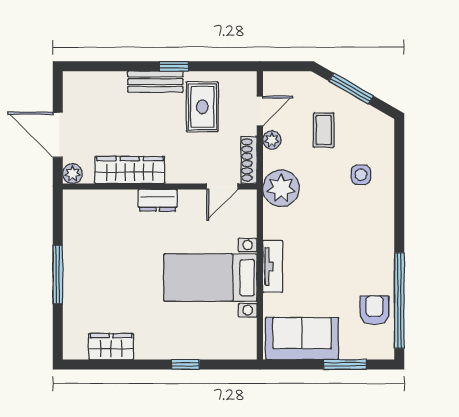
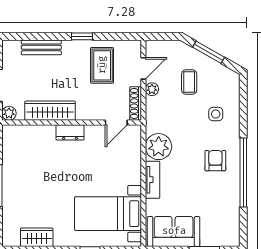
bench: (155, 82) -> (41, 47), moved
plant: (281, 188) -> (159, 147), moved
bed with nightstands: (210, 278) -> (108, 214), moved
window: (399, 300) -> (243, 172), moved
armchair: (374, 310) -> (215, 161), moved

